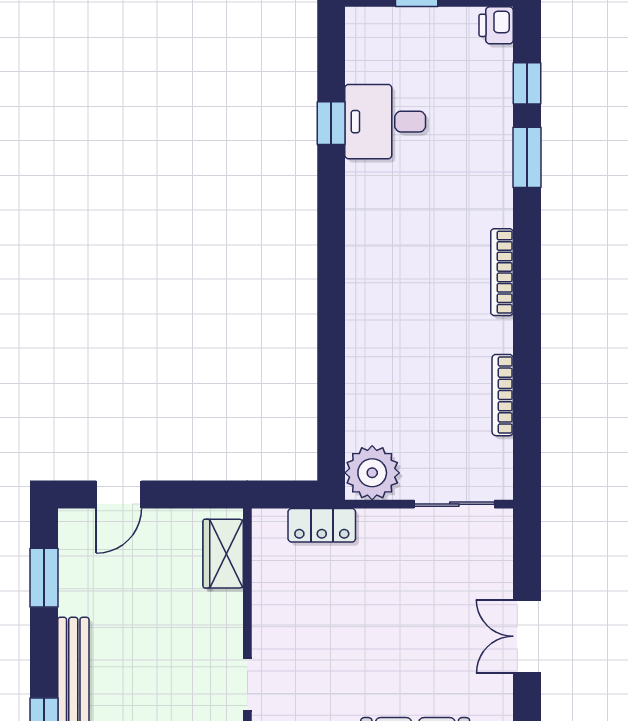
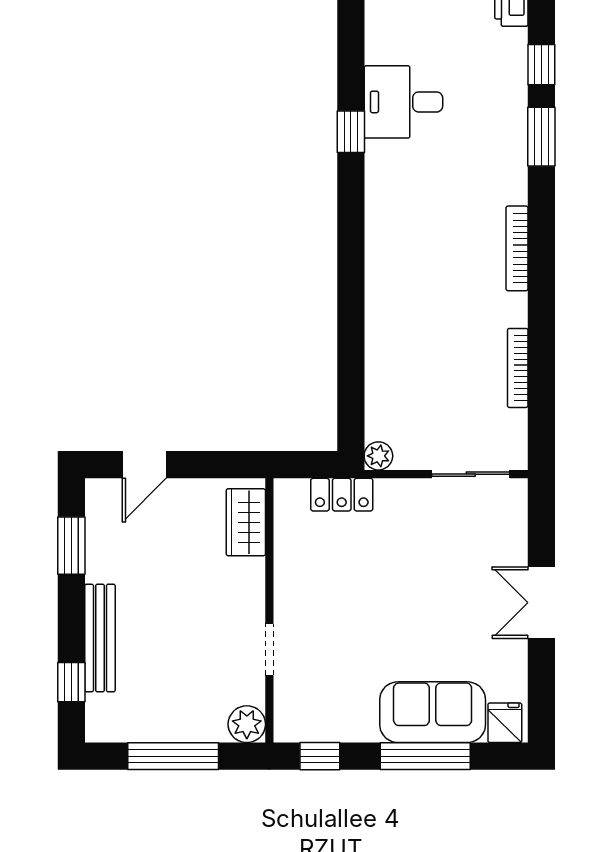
window: (331, 123) -> (351, 132), moved
plant: (372, 473) -> (378, 456), width x0.53, depth x0.53

